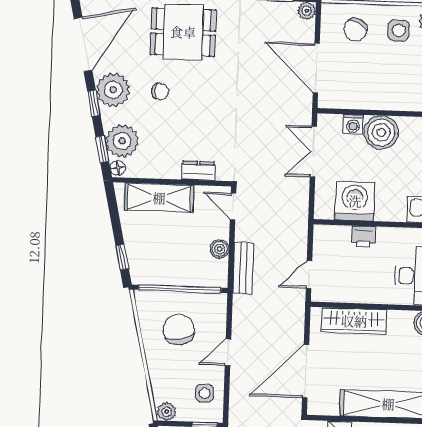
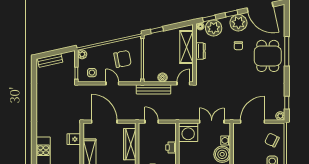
dresser: (198, 171) -> (200, 51), moved
washing machine: (355, 201) -> (188, 132), moved, turned 90
bench: (243, 268) -> (154, 89), width x1.36

